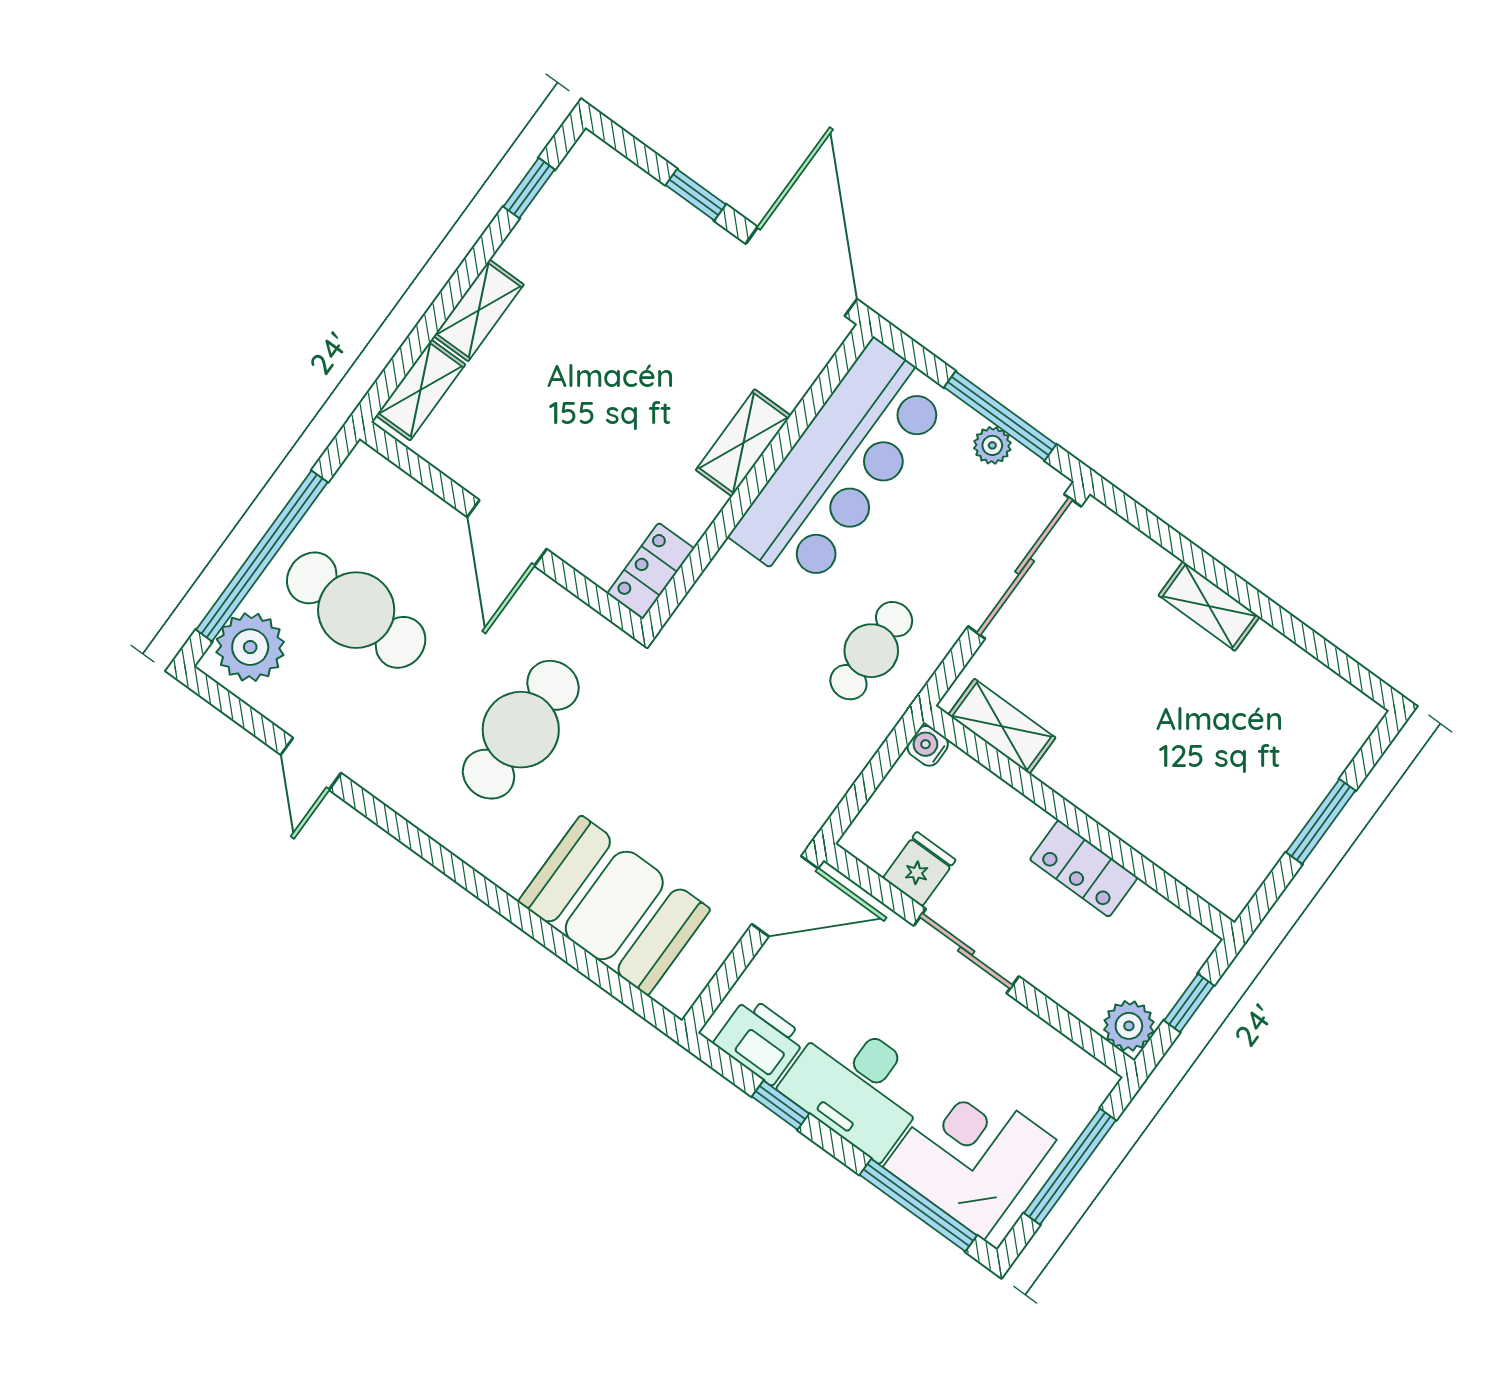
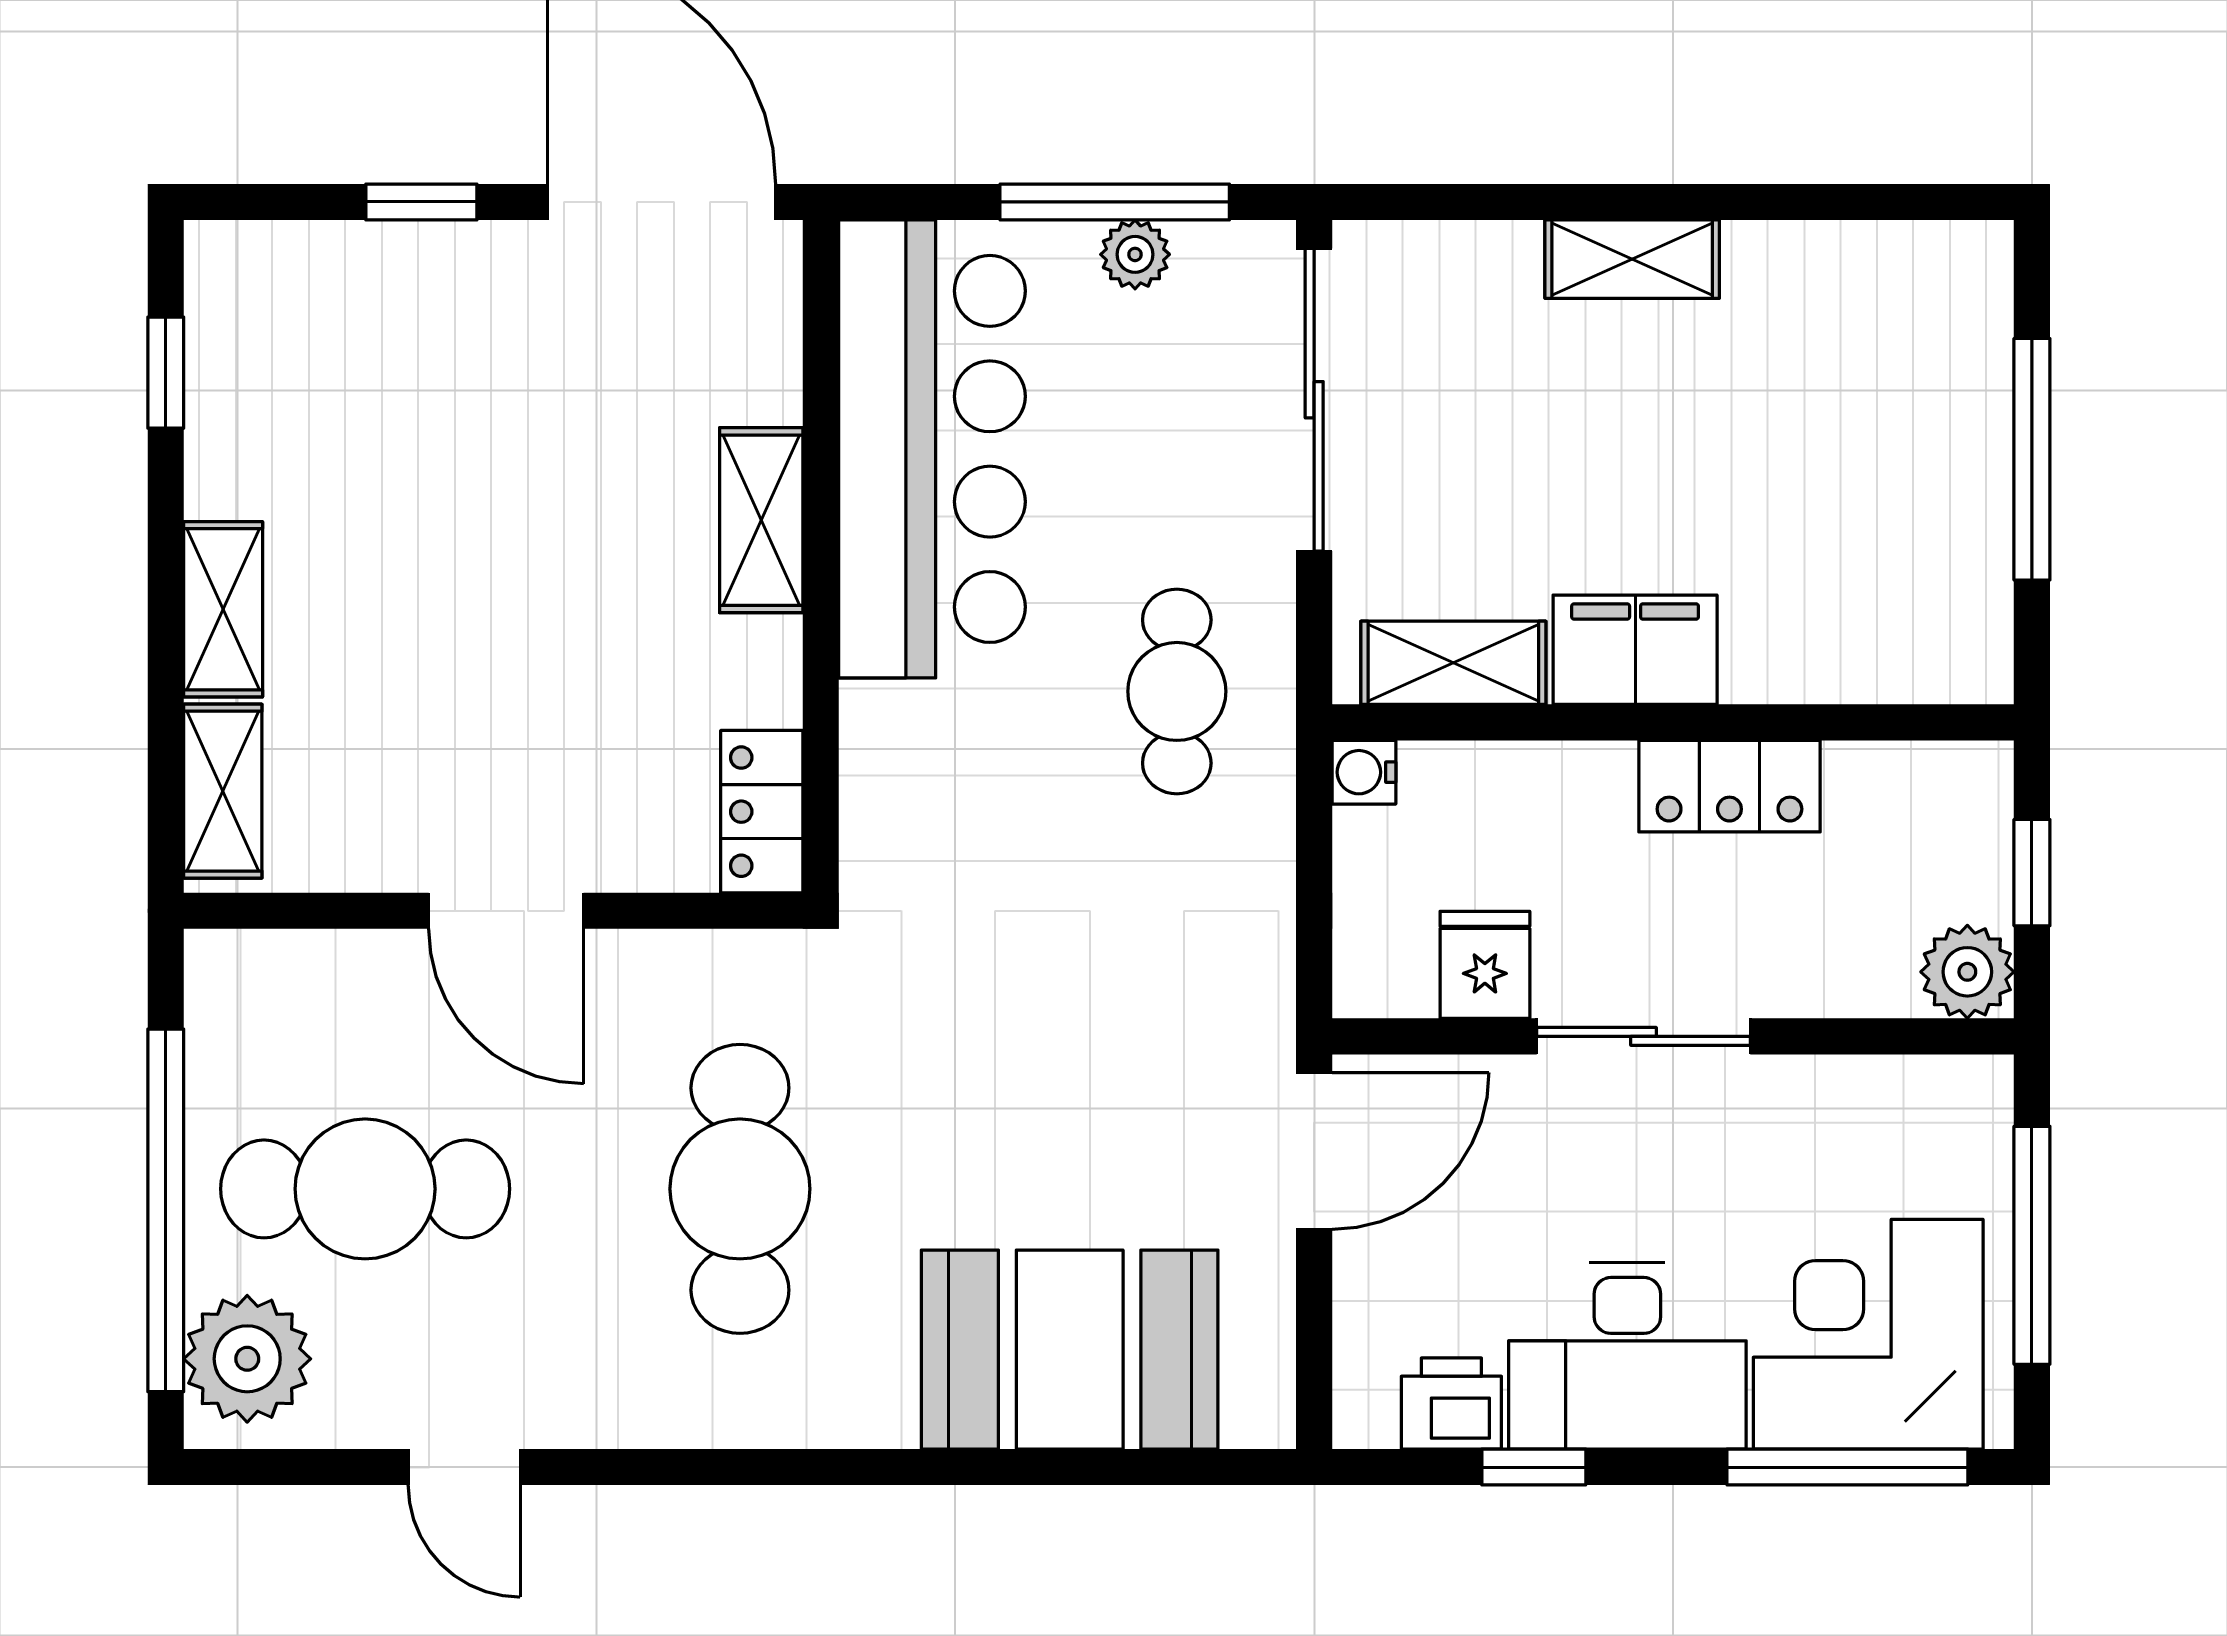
filing cabinet: (1086, 779) -> (1635, 650), added
window: (1321, 821) -> (2032, 459), width x1.44
printer: (760, 1040) -> (1451, 1404), width x0.73, depth x0.81

